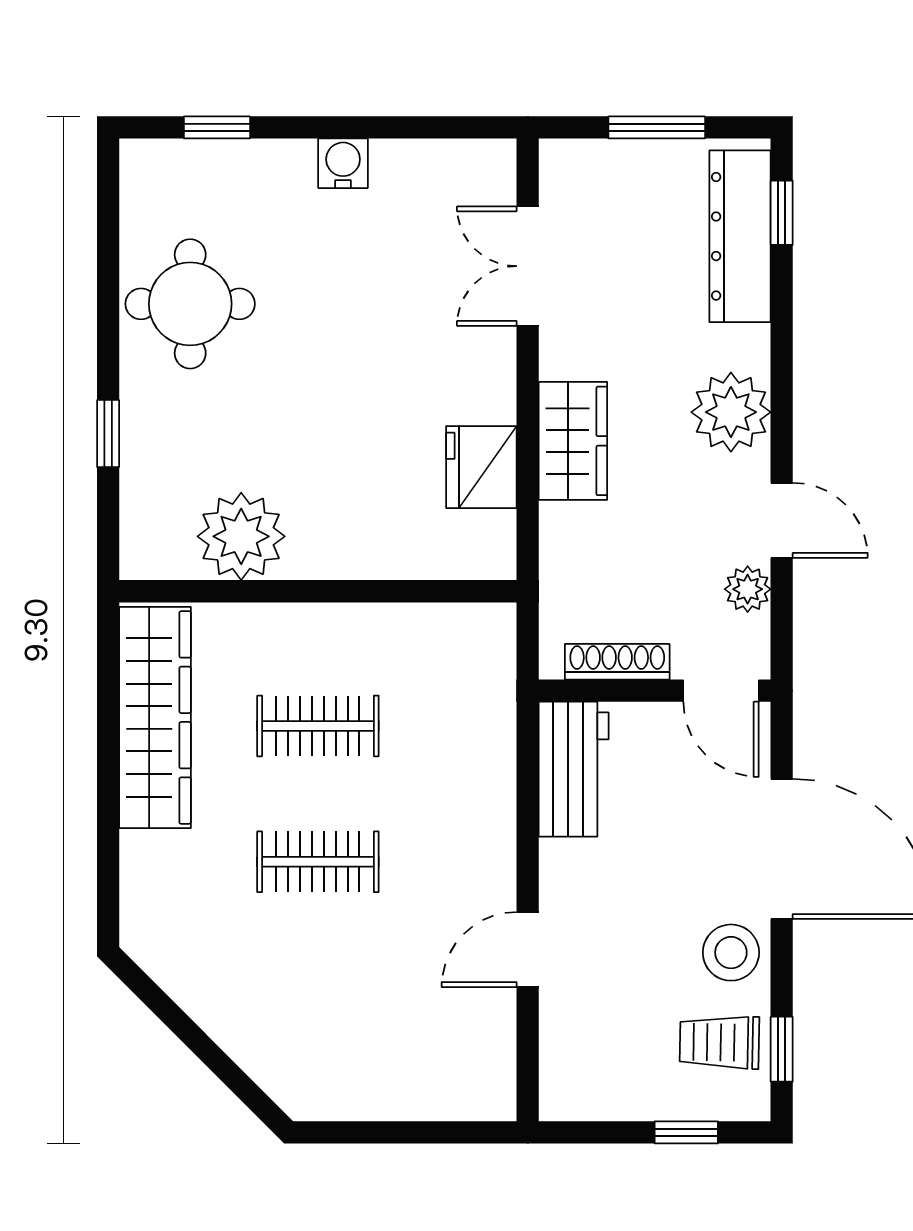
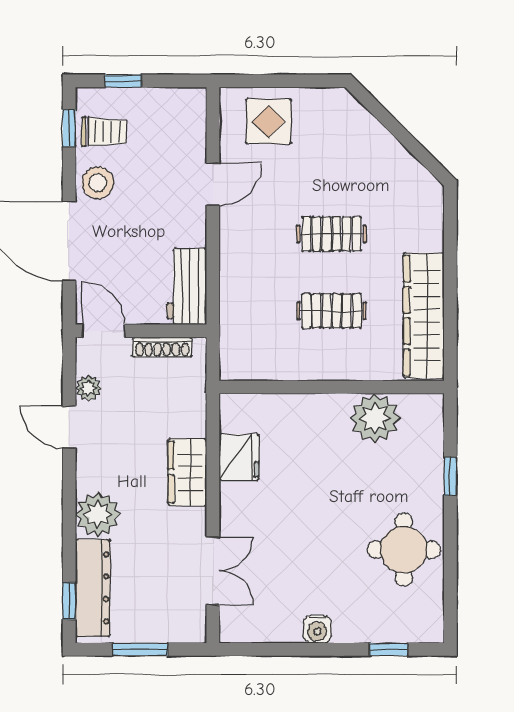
plant: (731, 412) -> (98, 514), moved
display table: (429, 1061) -> (269, 121), added

